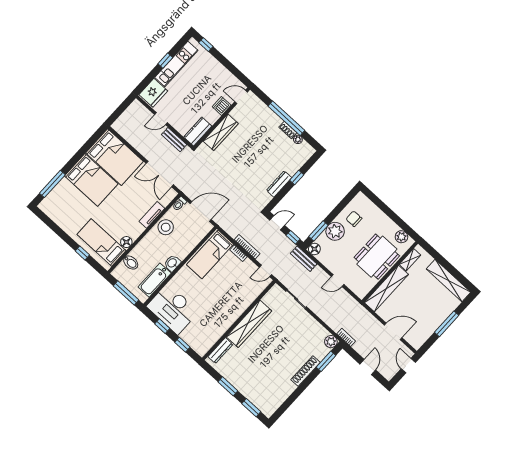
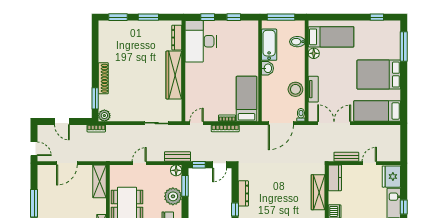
bed: (114, 157) -> (377, 111), width x0.67
window: (82, 253) -> (377, 17), moved
shelving: (386, 289) -> (100, 181), width x0.68
desk: (173, 309) -> (201, 41), moved, turned -90

